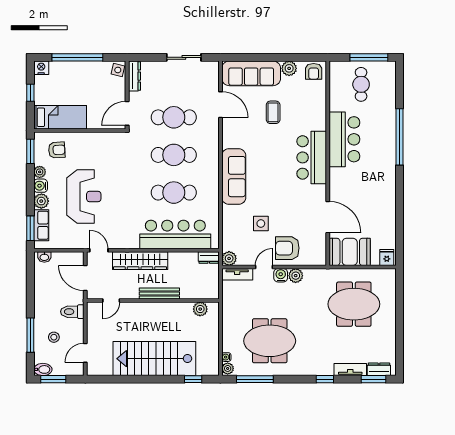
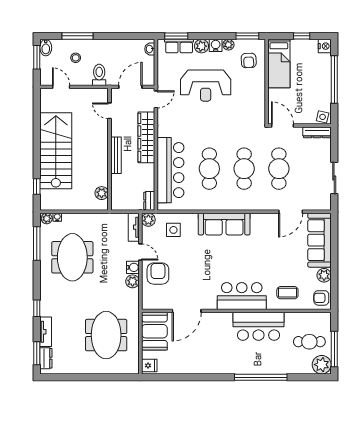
plant: (386, 71) -> (322, 365), added
coffee table: (273, 112) -> (287, 293), moved
side table: (261, 224) -> (173, 230), moved

